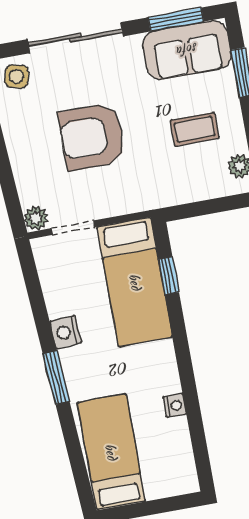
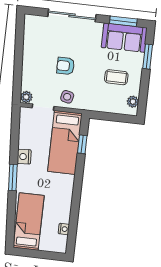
side table: (17, 76) -> (67, 97), moved
armchair: (92, 137) -> (66, 66), width x0.53, depth x0.53
nightstand: (175, 406) -> (64, 229), moved

